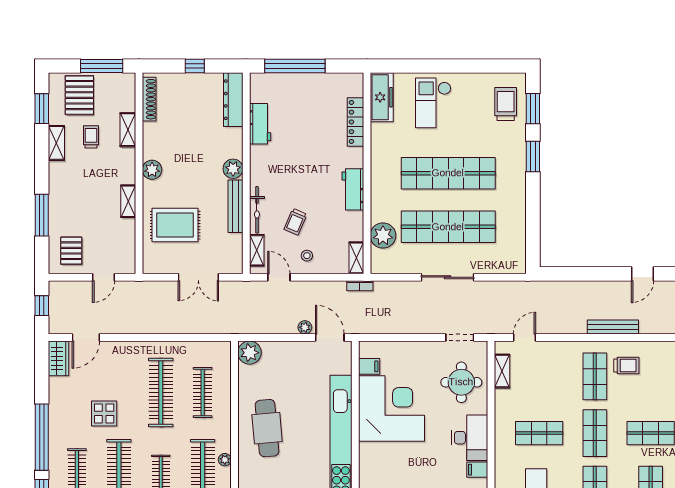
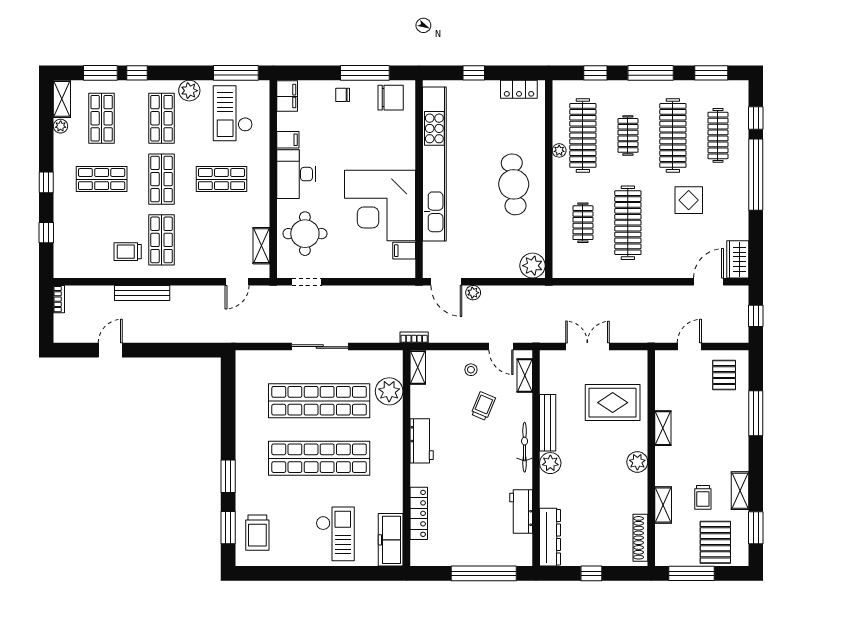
bicycle: (257, 210) -> (525, 447), moved
clothes rail: (203, 392) -> (583, 223), width x0.73

